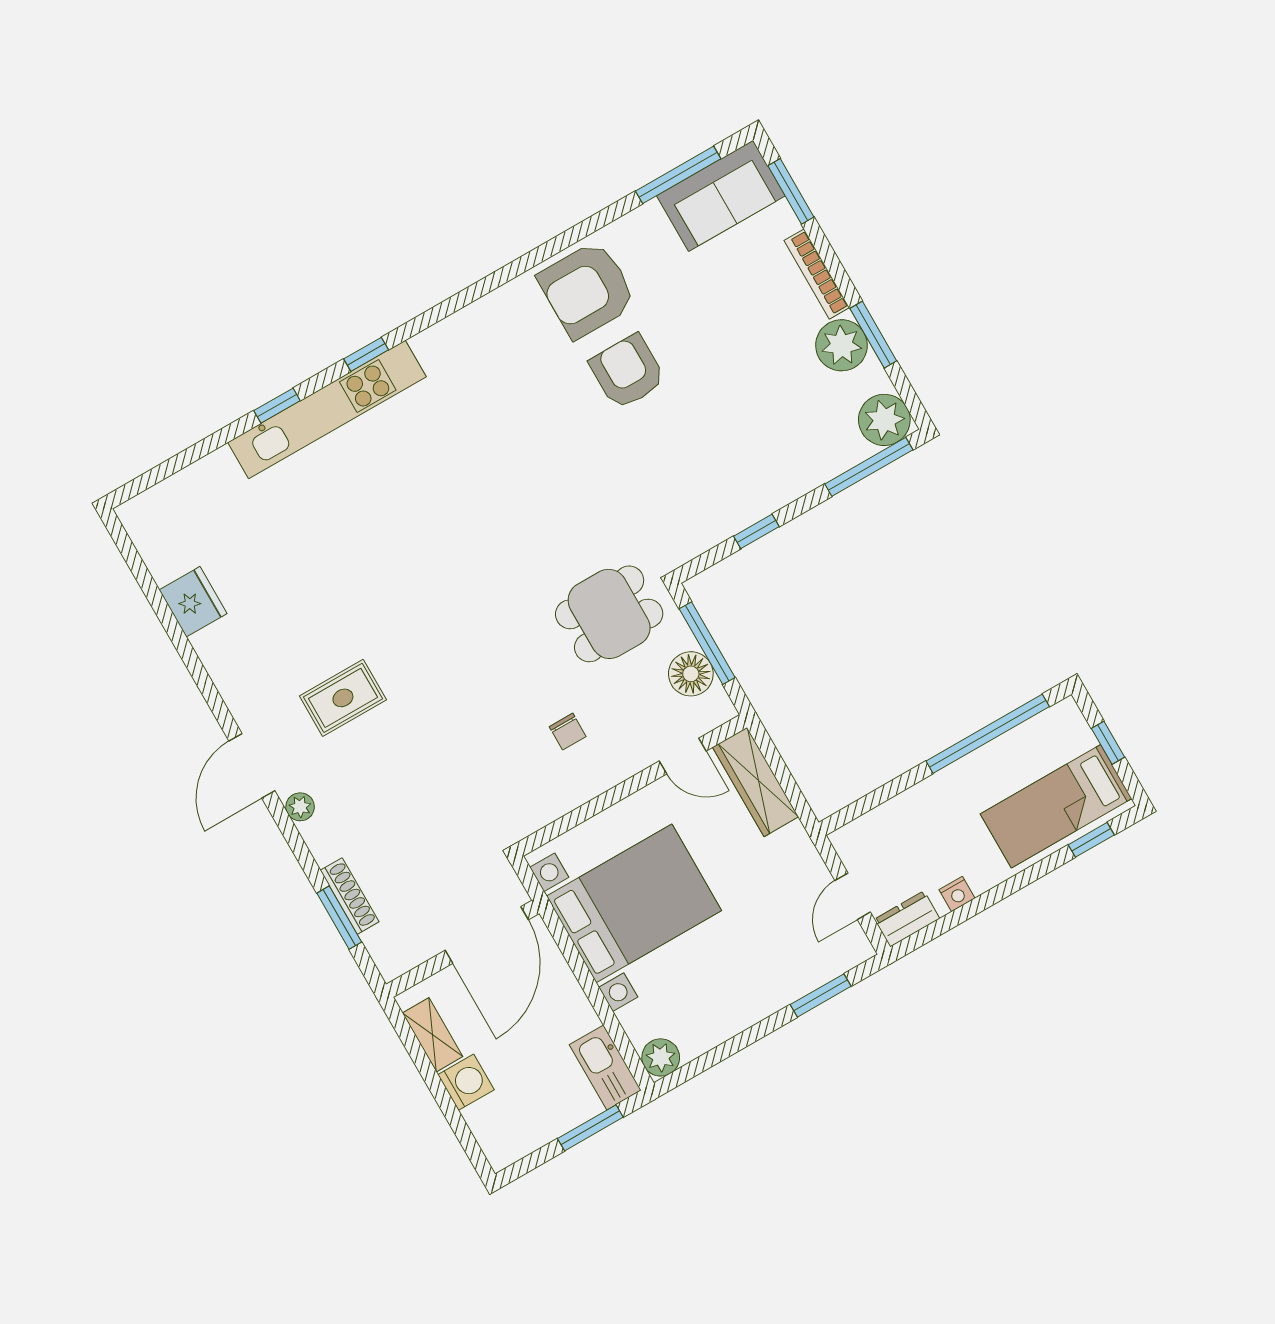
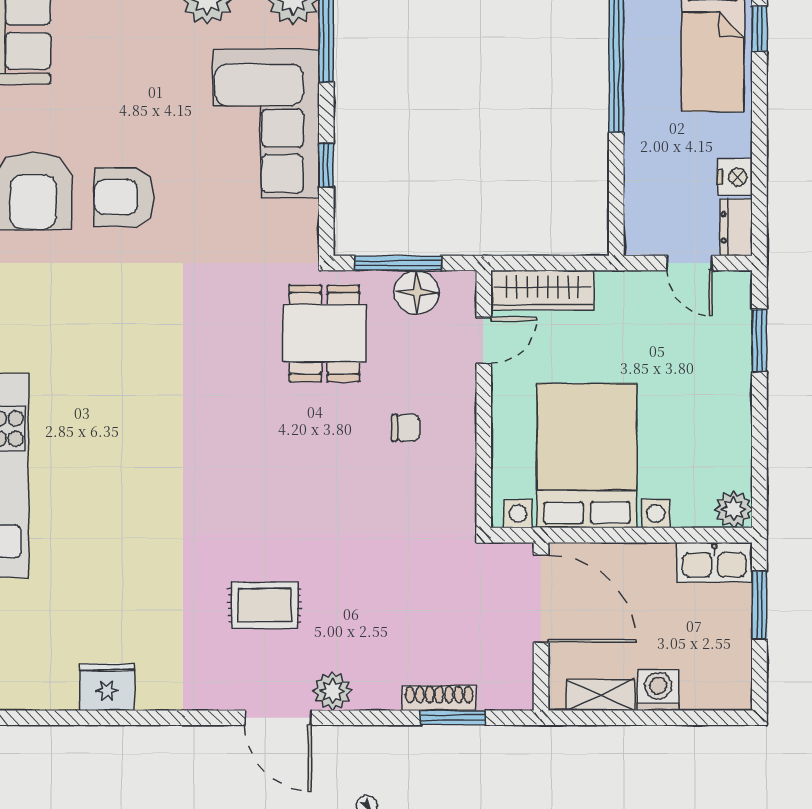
corner sofa: (762, 458) -> (266, 123), added
rug: (343, 698) -> (265, 605), turned 90
plant: (300, 807) -> (332, 691), width x1.38, depth x1.38
nightstand: (957, 894) -> (735, 177), width x1.39, depth x1.35

